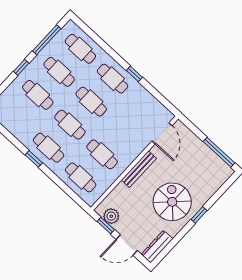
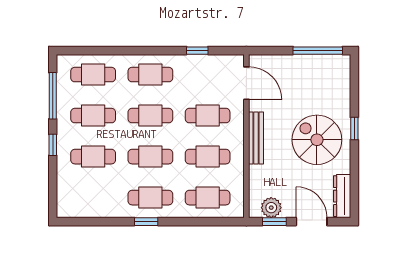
window: (134, 74) -> (197, 51), moved
cafe table: (123, 131) -> (208, 116), added
door: (127, 245) -> (312, 222), swing flipped

